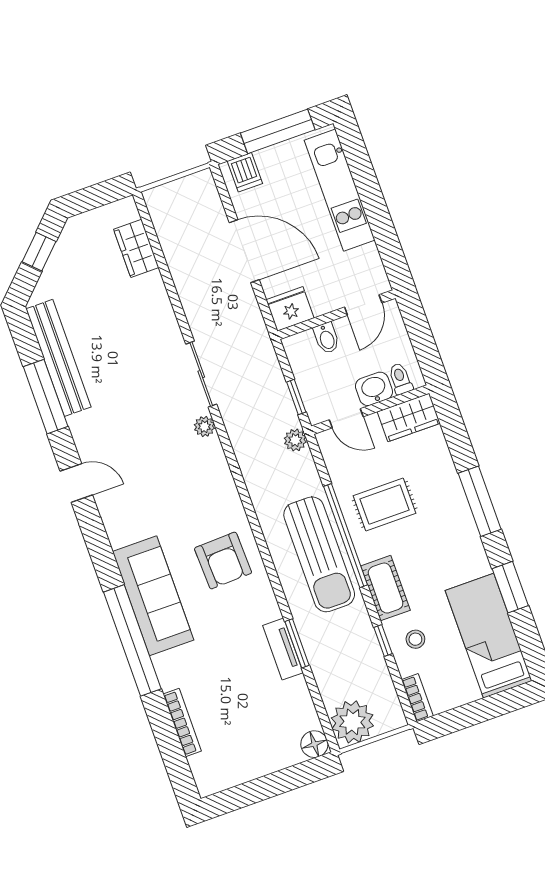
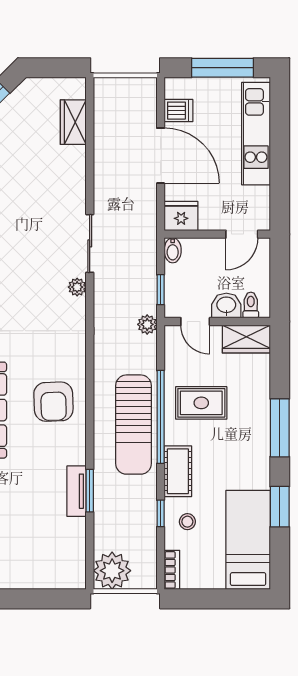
dishwasher: (245, 172) -> (178, 111), moved, turned -90
bidet: (326, 338) -> (173, 250), moved
floor lamp: (314, 744) -> (75, 578), removed

